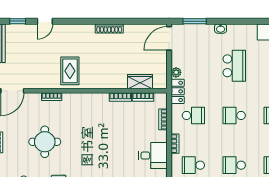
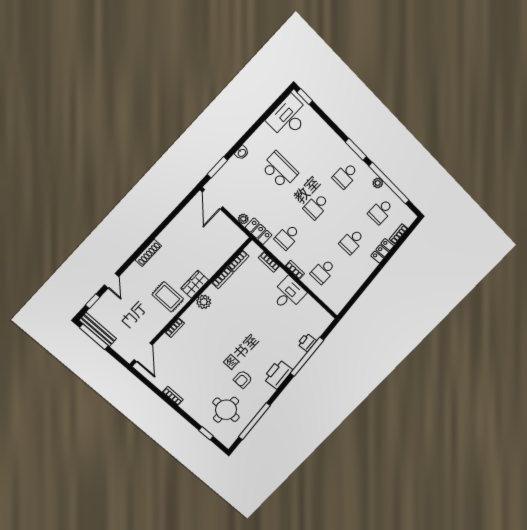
shoe rack: (109, 28) -> (148, 253), moved
wardrobe: (140, 82) -> (195, 284), moved
plant: (90, 100) -> (204, 302), added
school desk: (193, 115) -> (287, 237), turned 180
round table: (45, 142) -> (204, 363), removed

